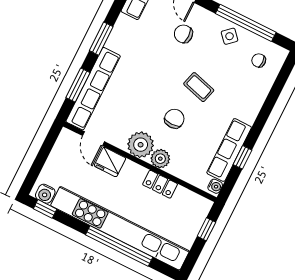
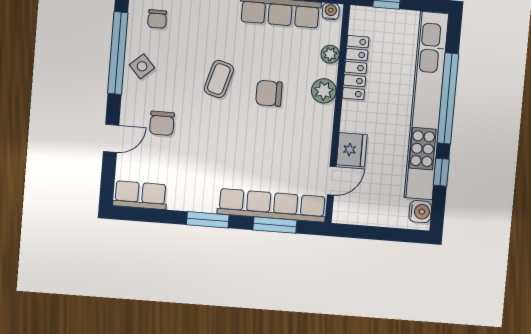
plant: (141, 145) -> (330, 54), moved, width x0.53, depth x0.53
locker: (160, 184) -> (356, 68), width x1.53
window: (45, 209) -> (441, 172), moved

